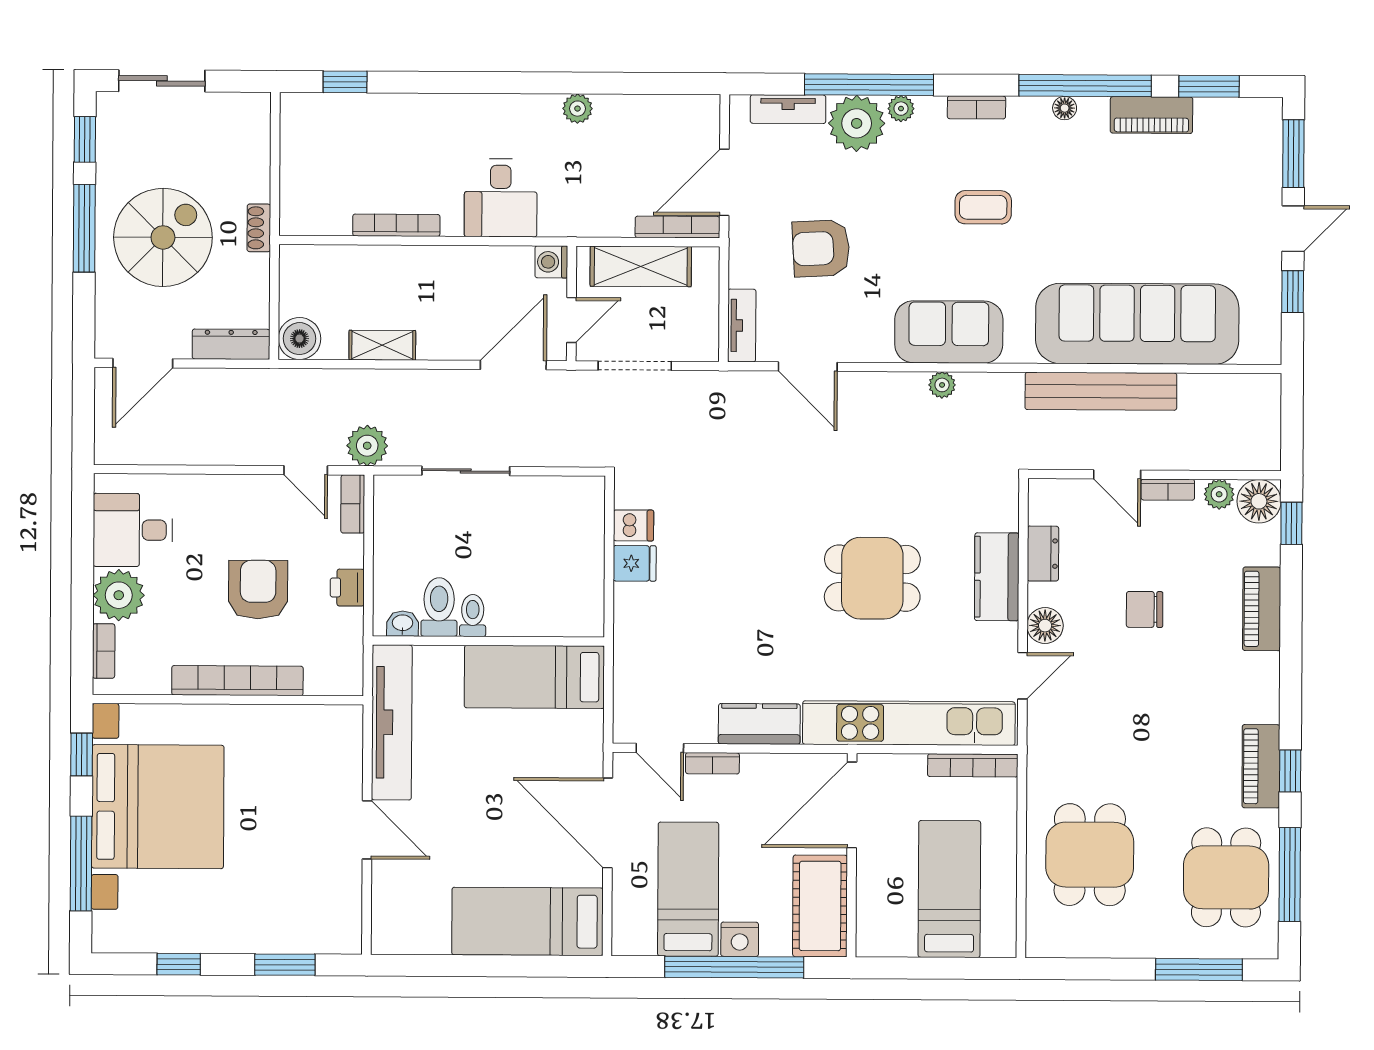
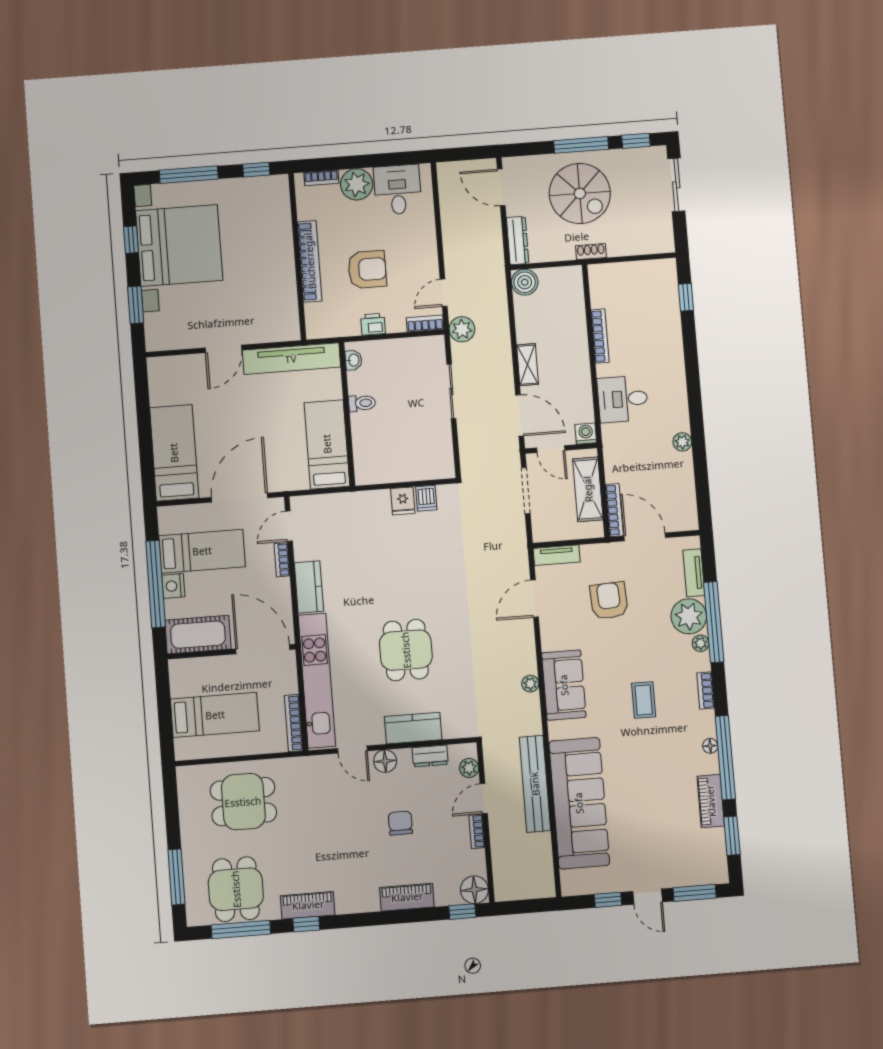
shelving: (382, 345) -> (528, 365), moved
plant: (1219, 494) -> (469, 768), moved
toilet: (439, 607) -> (366, 382), removed
bed with nightstands: (158, 807) -> (179, 245), moved, turned -90
dining table: (1226, 877) -> (236, 889), turned 90

